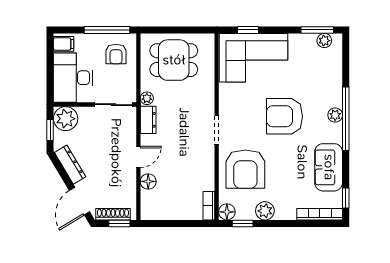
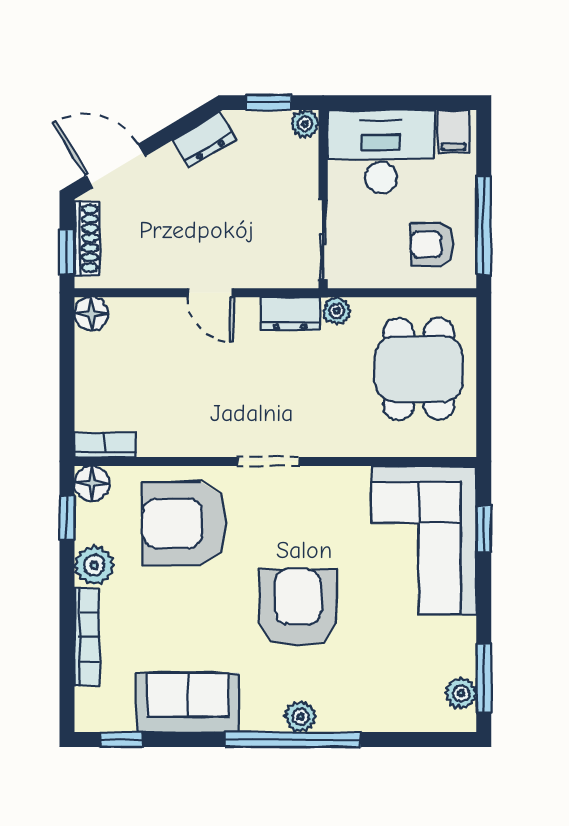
plant: (66, 119) -> (305, 124), width x0.53, depth x0.53
dresser: (70, 165) -> (204, 139), width x0.70
floor lamp: (148, 181) -> (91, 314), moved
bookcase: (320, 214) -> (87, 637), moved

